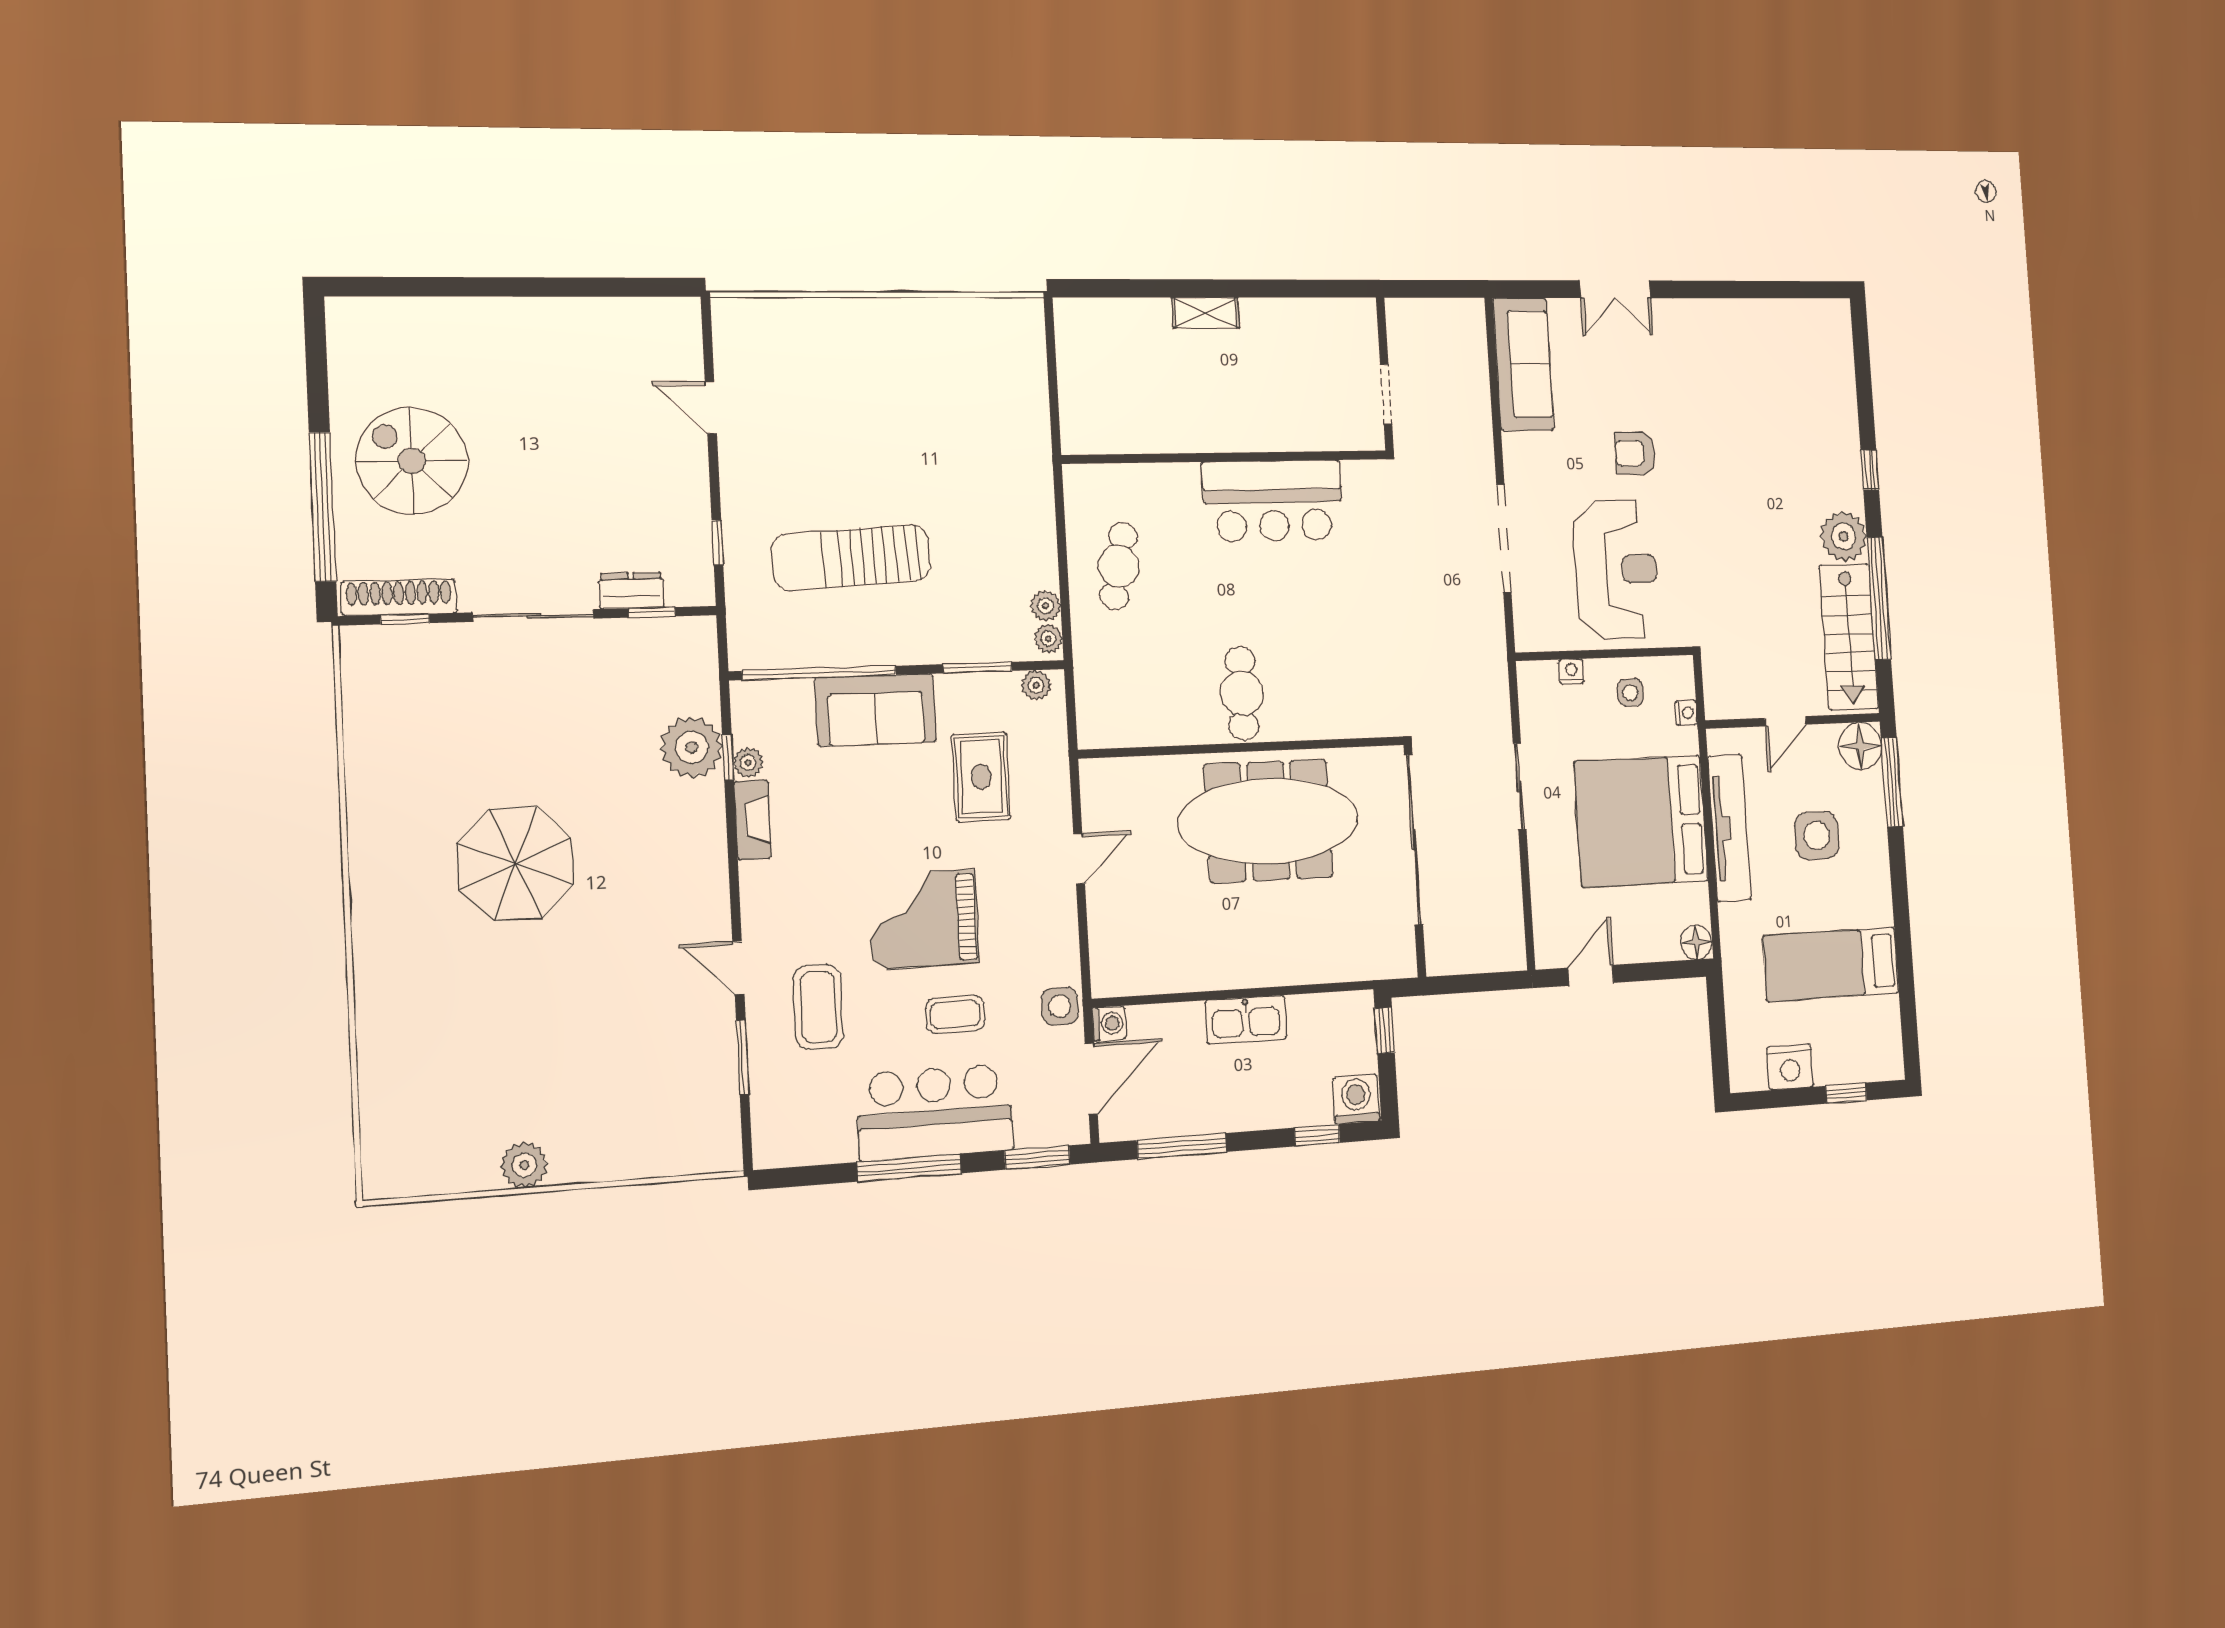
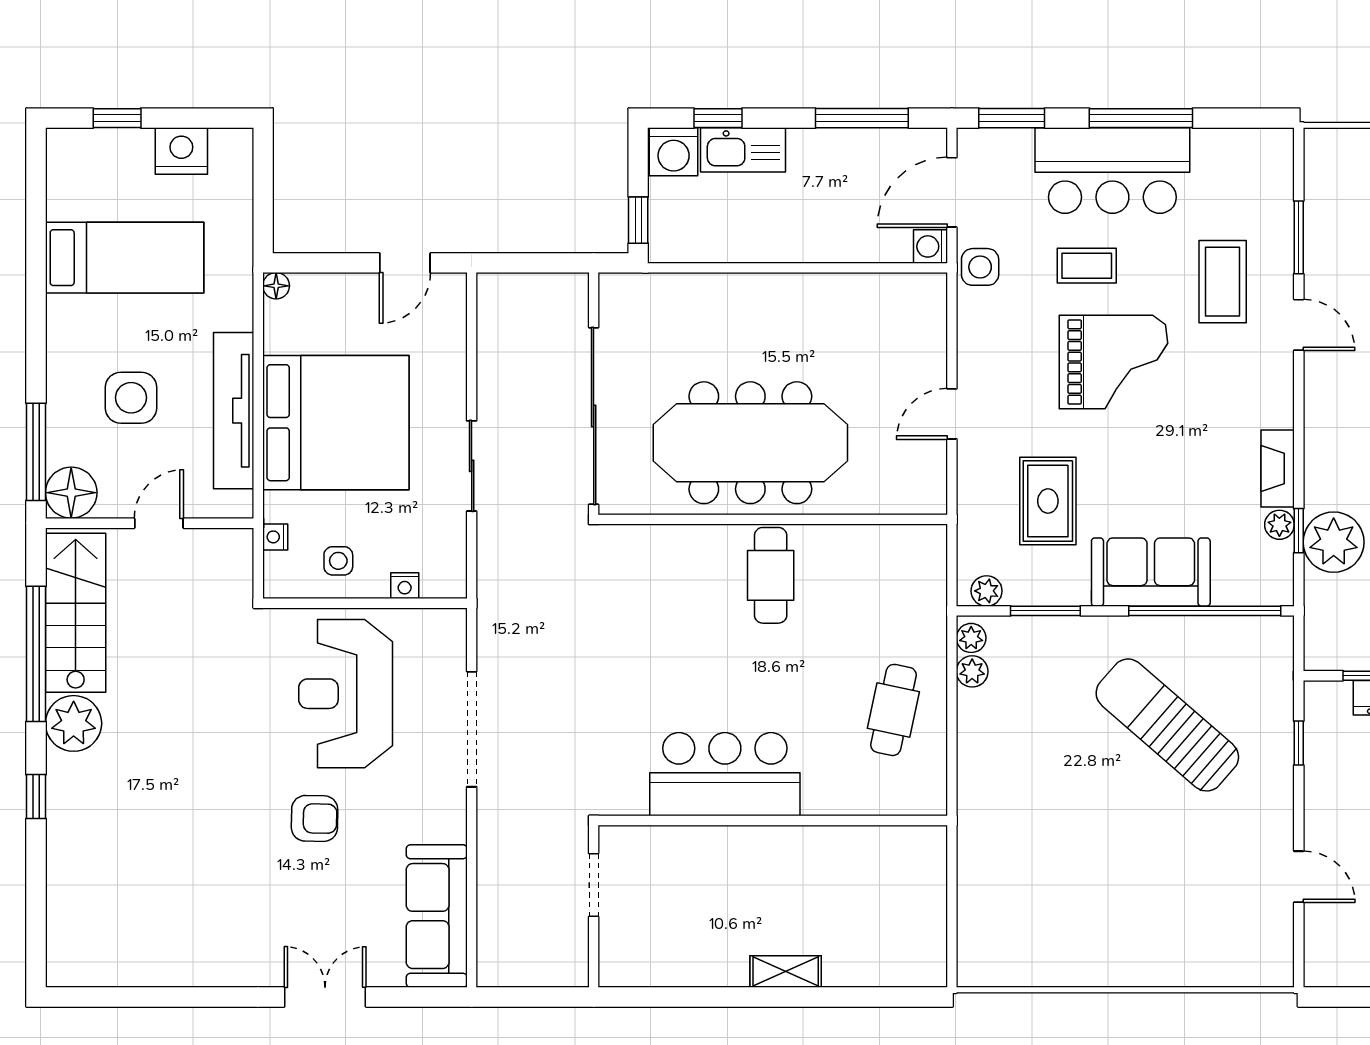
sun lounger: (851, 558) -> (1167, 725), turned -136
floor lamp: (1696, 942) -> (276, 286), width x0.73, depth x0.73
kitchen sink: (1246, 1020) -> (743, 150), moved, turned 180

